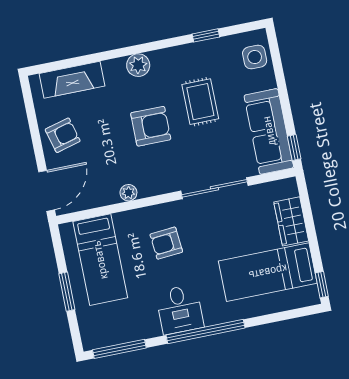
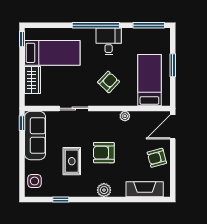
sliding door: (214, 188) -> (74, 108), width x0.73
armchair: (166, 243) -> (109, 82), turned -42

